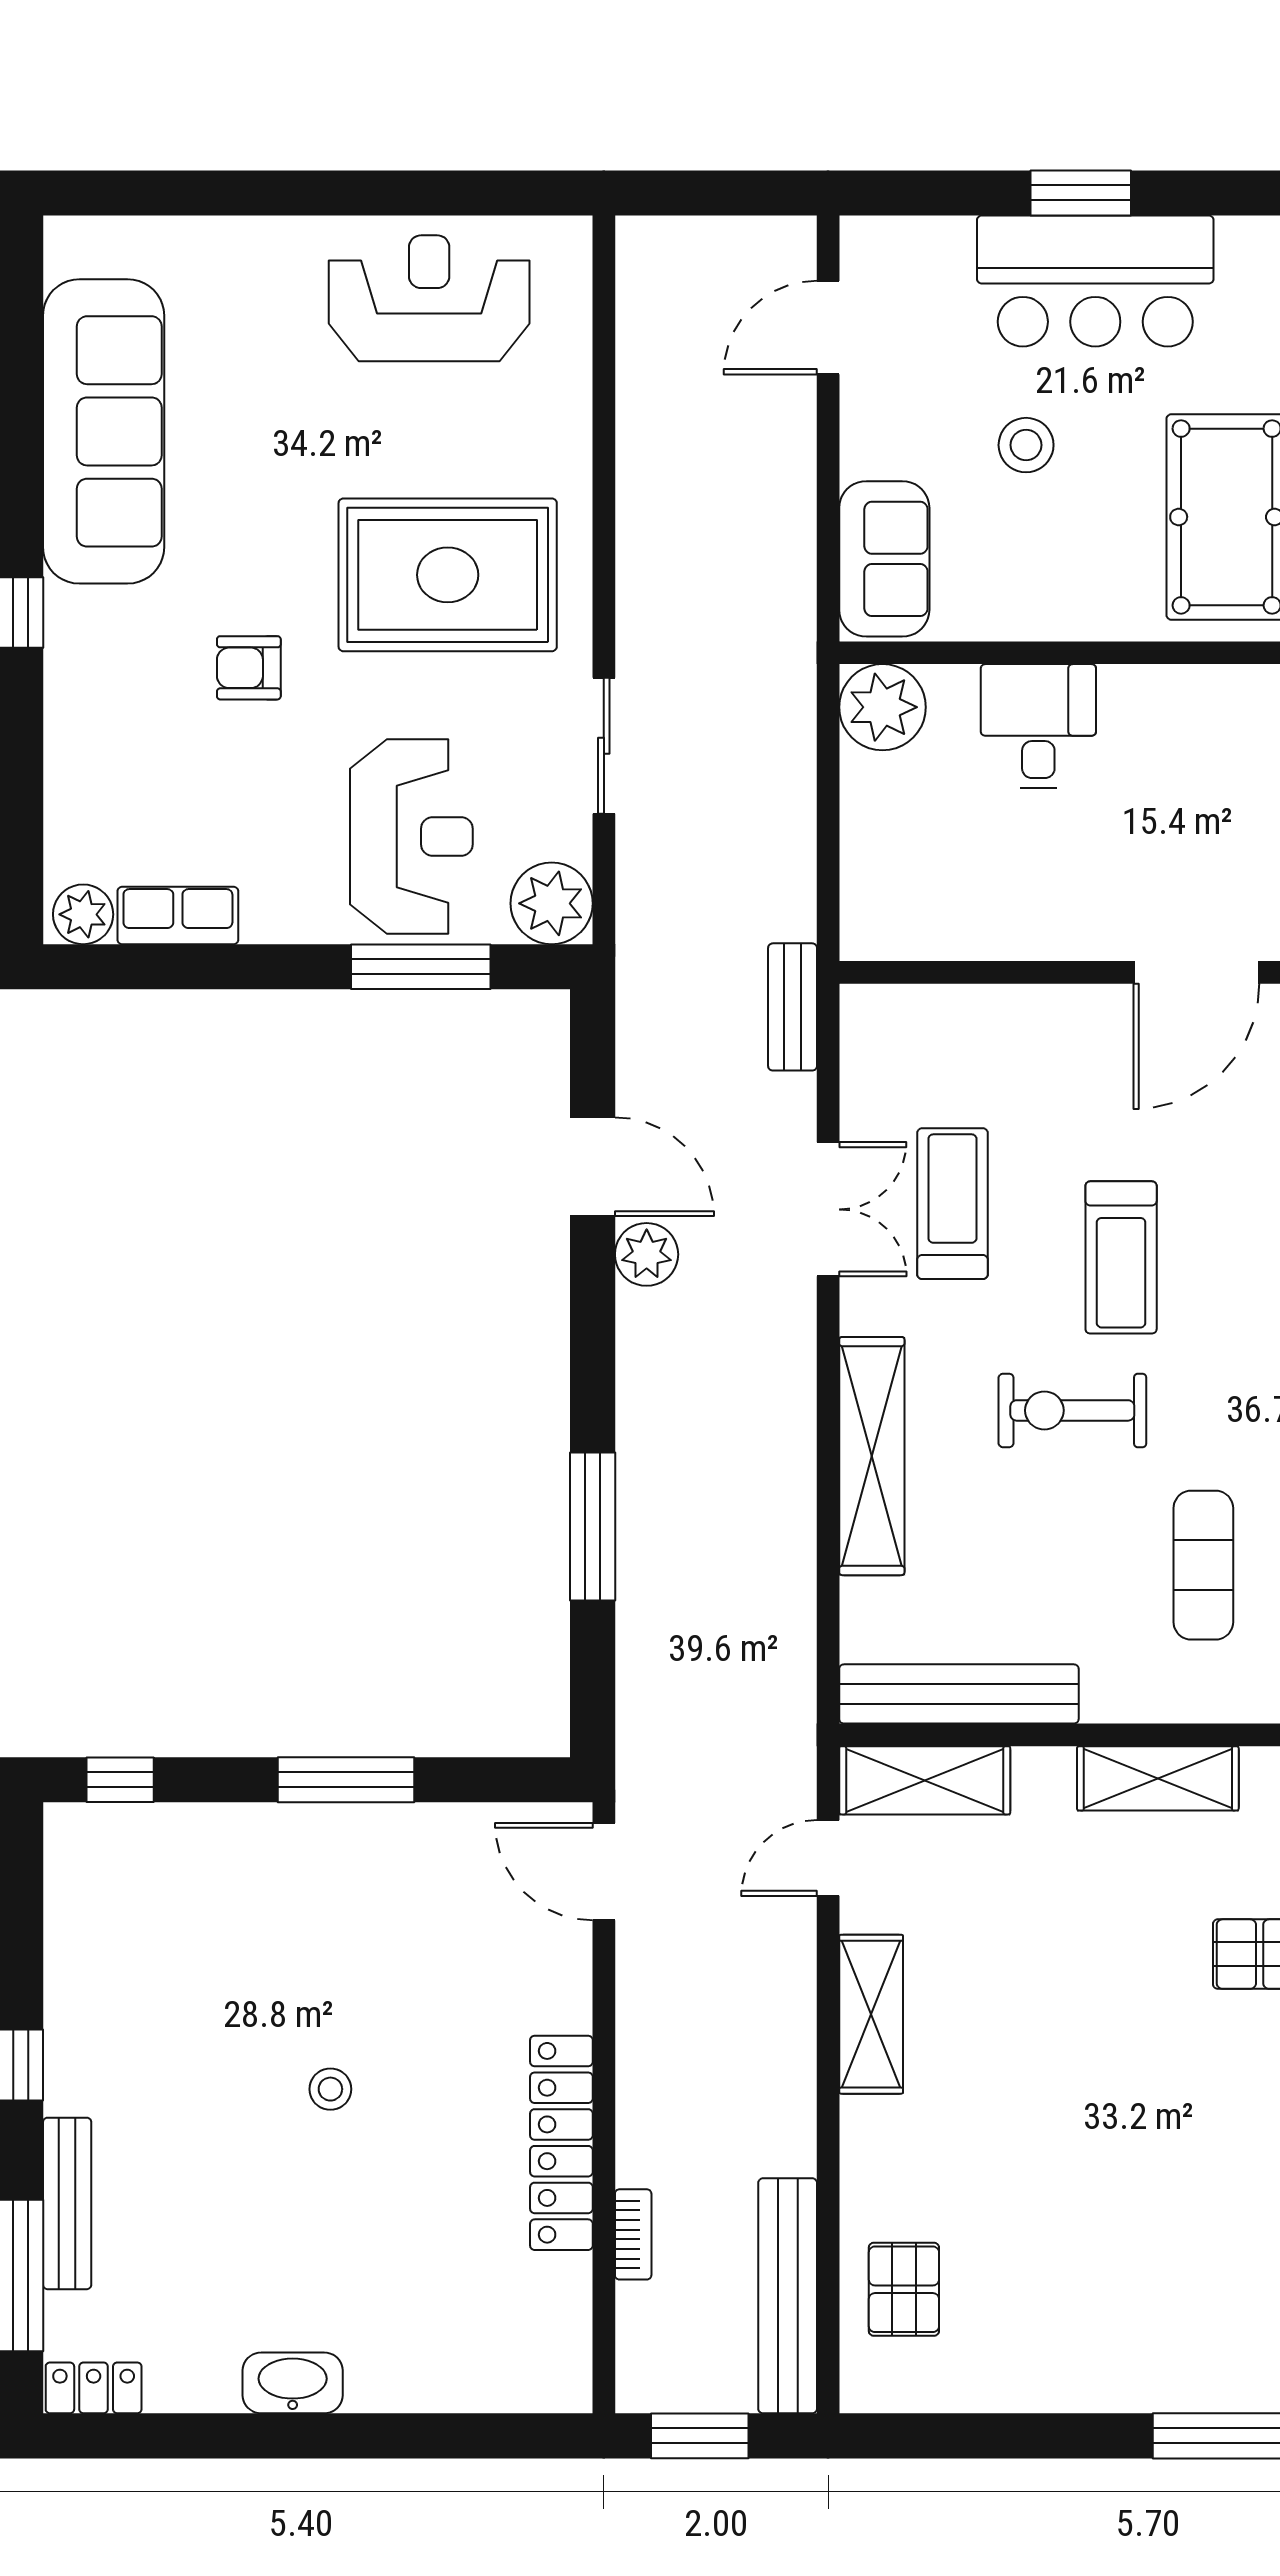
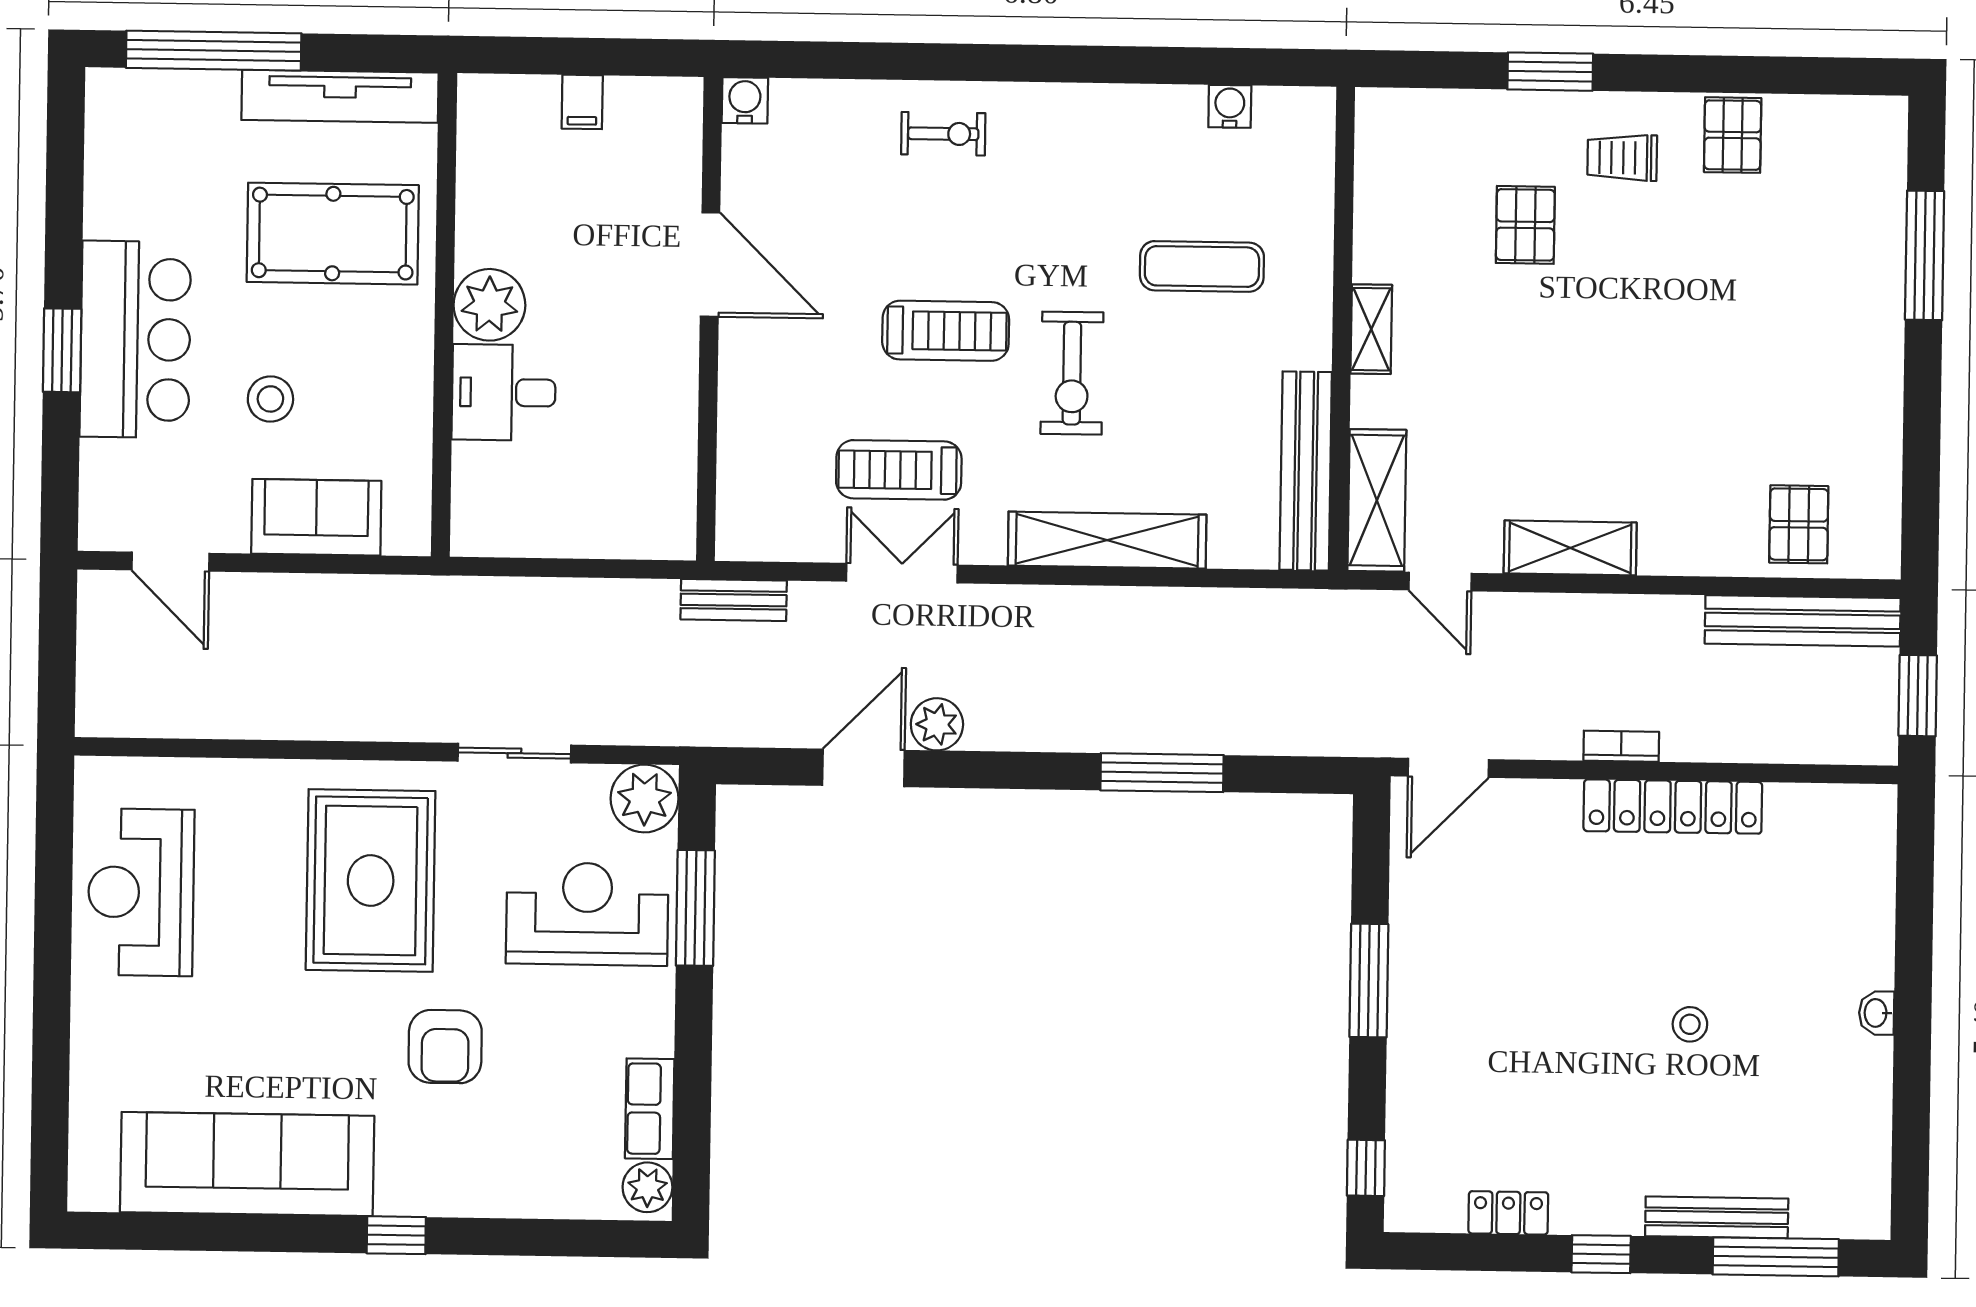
sofa: (884, 559) -> (316, 517), moved
armchair: (249, 668) -> (445, 1047), width x1.38, depth x1.38
plant: (882, 707) -> (489, 305), moved
shelving: (1158, 1778) -> (1371, 329), width x0.67, depth x0.75
stool: (330, 2089) -> (1690, 1024), moved
bookcase: (633, 2234) -> (1621, 746), moved
pallet: (904, 2289) -> (1799, 524), turned 90
washbasin: (293, 2383) -> (1877, 1013), width x0.52, depth x0.69
locker: (94, 2388) -> (1508, 1213), moved, turned 90

